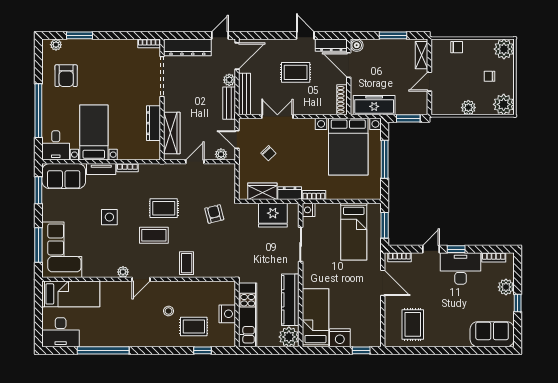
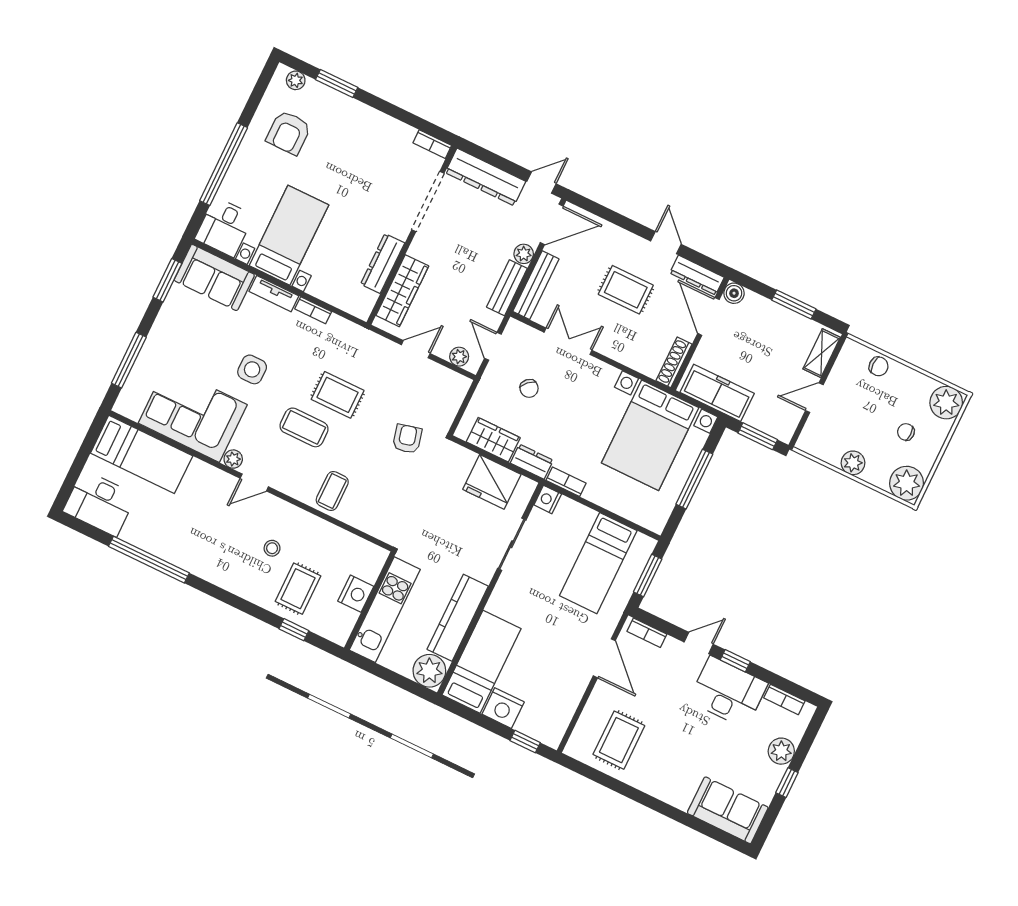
corner sofa: (62, 250) -> (193, 414), moved, turned -90
rug: (194, 326) -> (298, 589), turned 90

